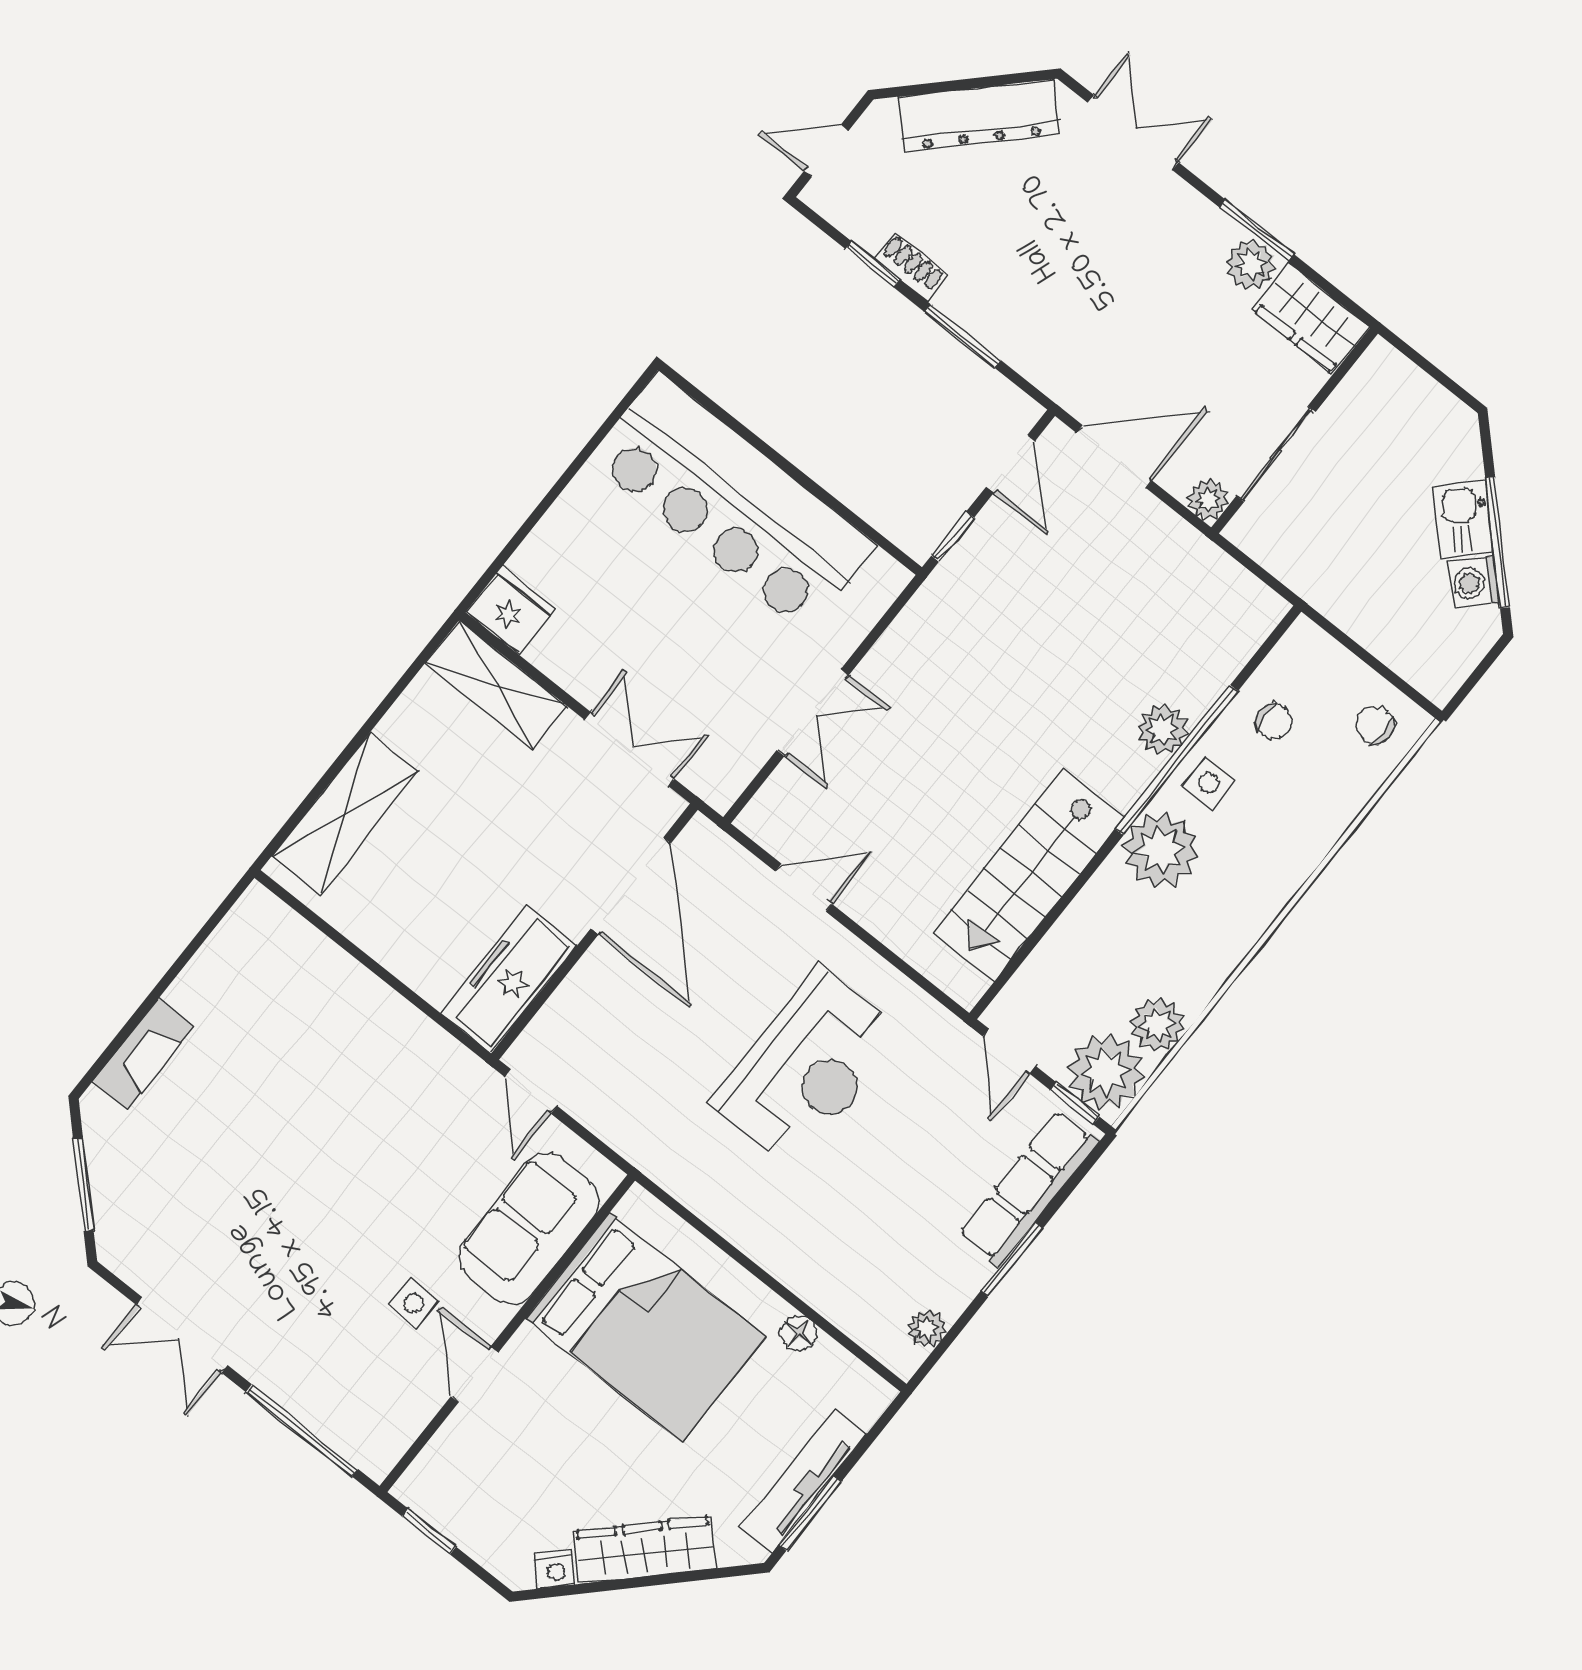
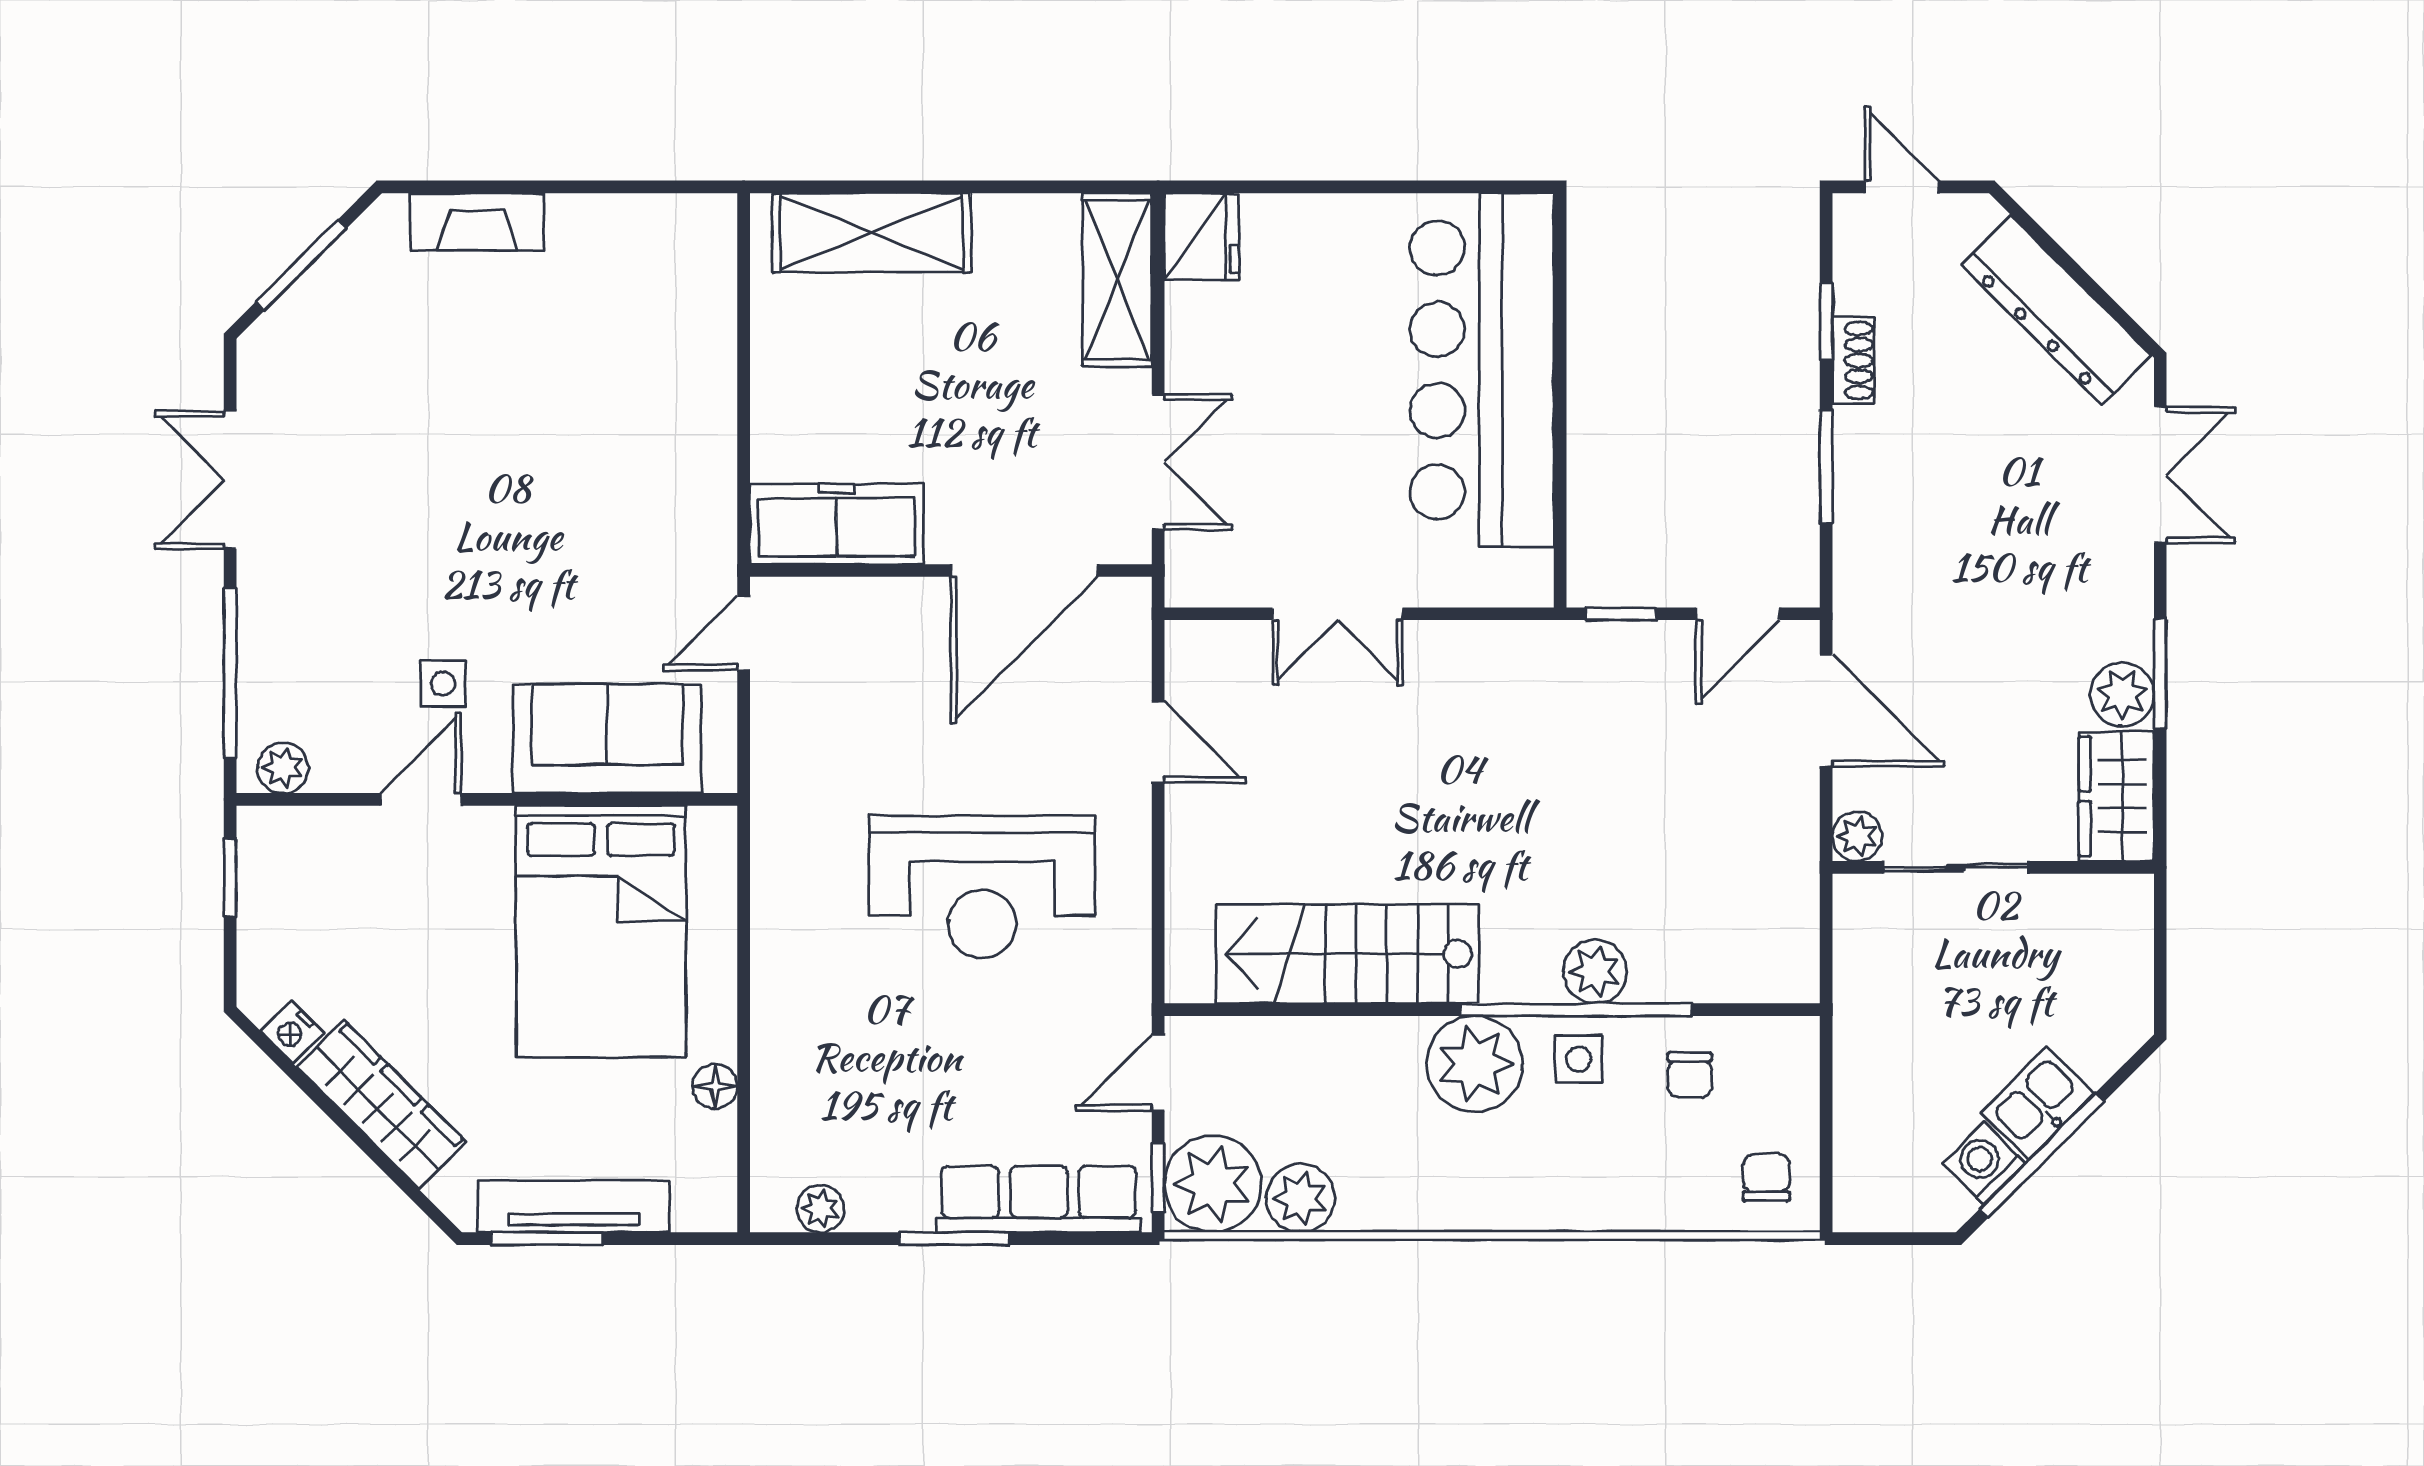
plant: (387, 1445) -> (283, 768), added

